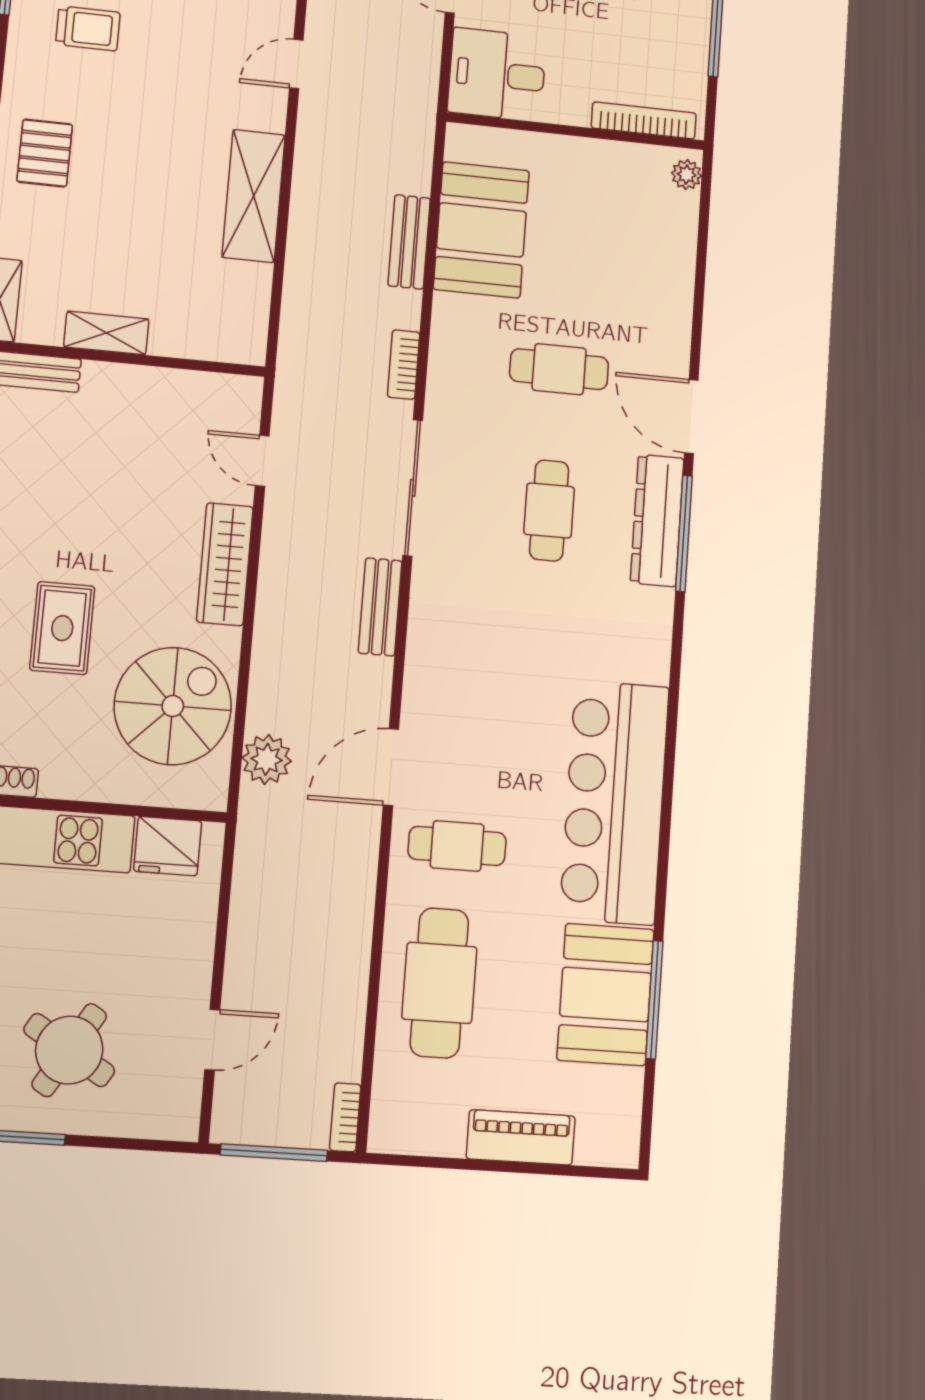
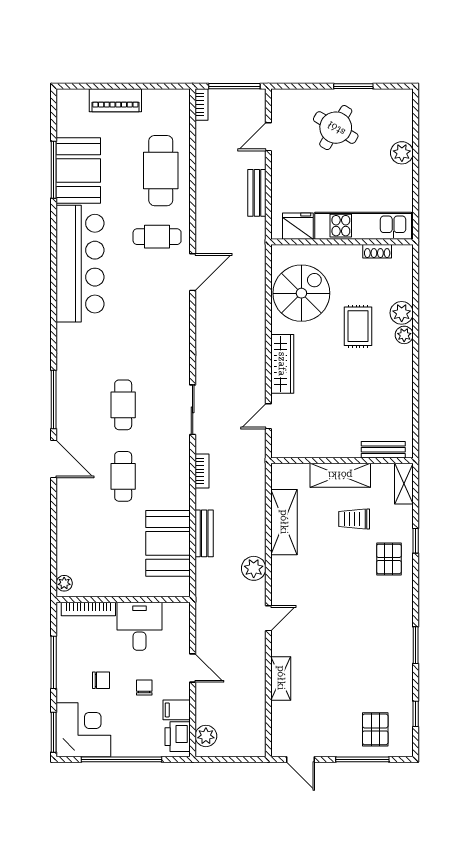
trolley: (88, 28) -> (354, 519), moved
desk: (497, 75) -> (139, 626), moved, turned -90
shelving: (254, 196) -> (284, 522), moved
shelving: (106, 333) -> (340, 475), width x1.50, depth x1.33
cafe table: (559, 369) -> (123, 476), turned 90
door: (262, 461) -> (268, 416), swing flipped
sliding door: (413, 488) -> (193, 410), width x0.73
dresser: (657, 520) -> (68, 405), removed
bench: (380, 607) -> (257, 193), moved
spiral stairs: (173, 706) -> (301, 293), turned 180
plant: (267, 759) -> (254, 568), moved

